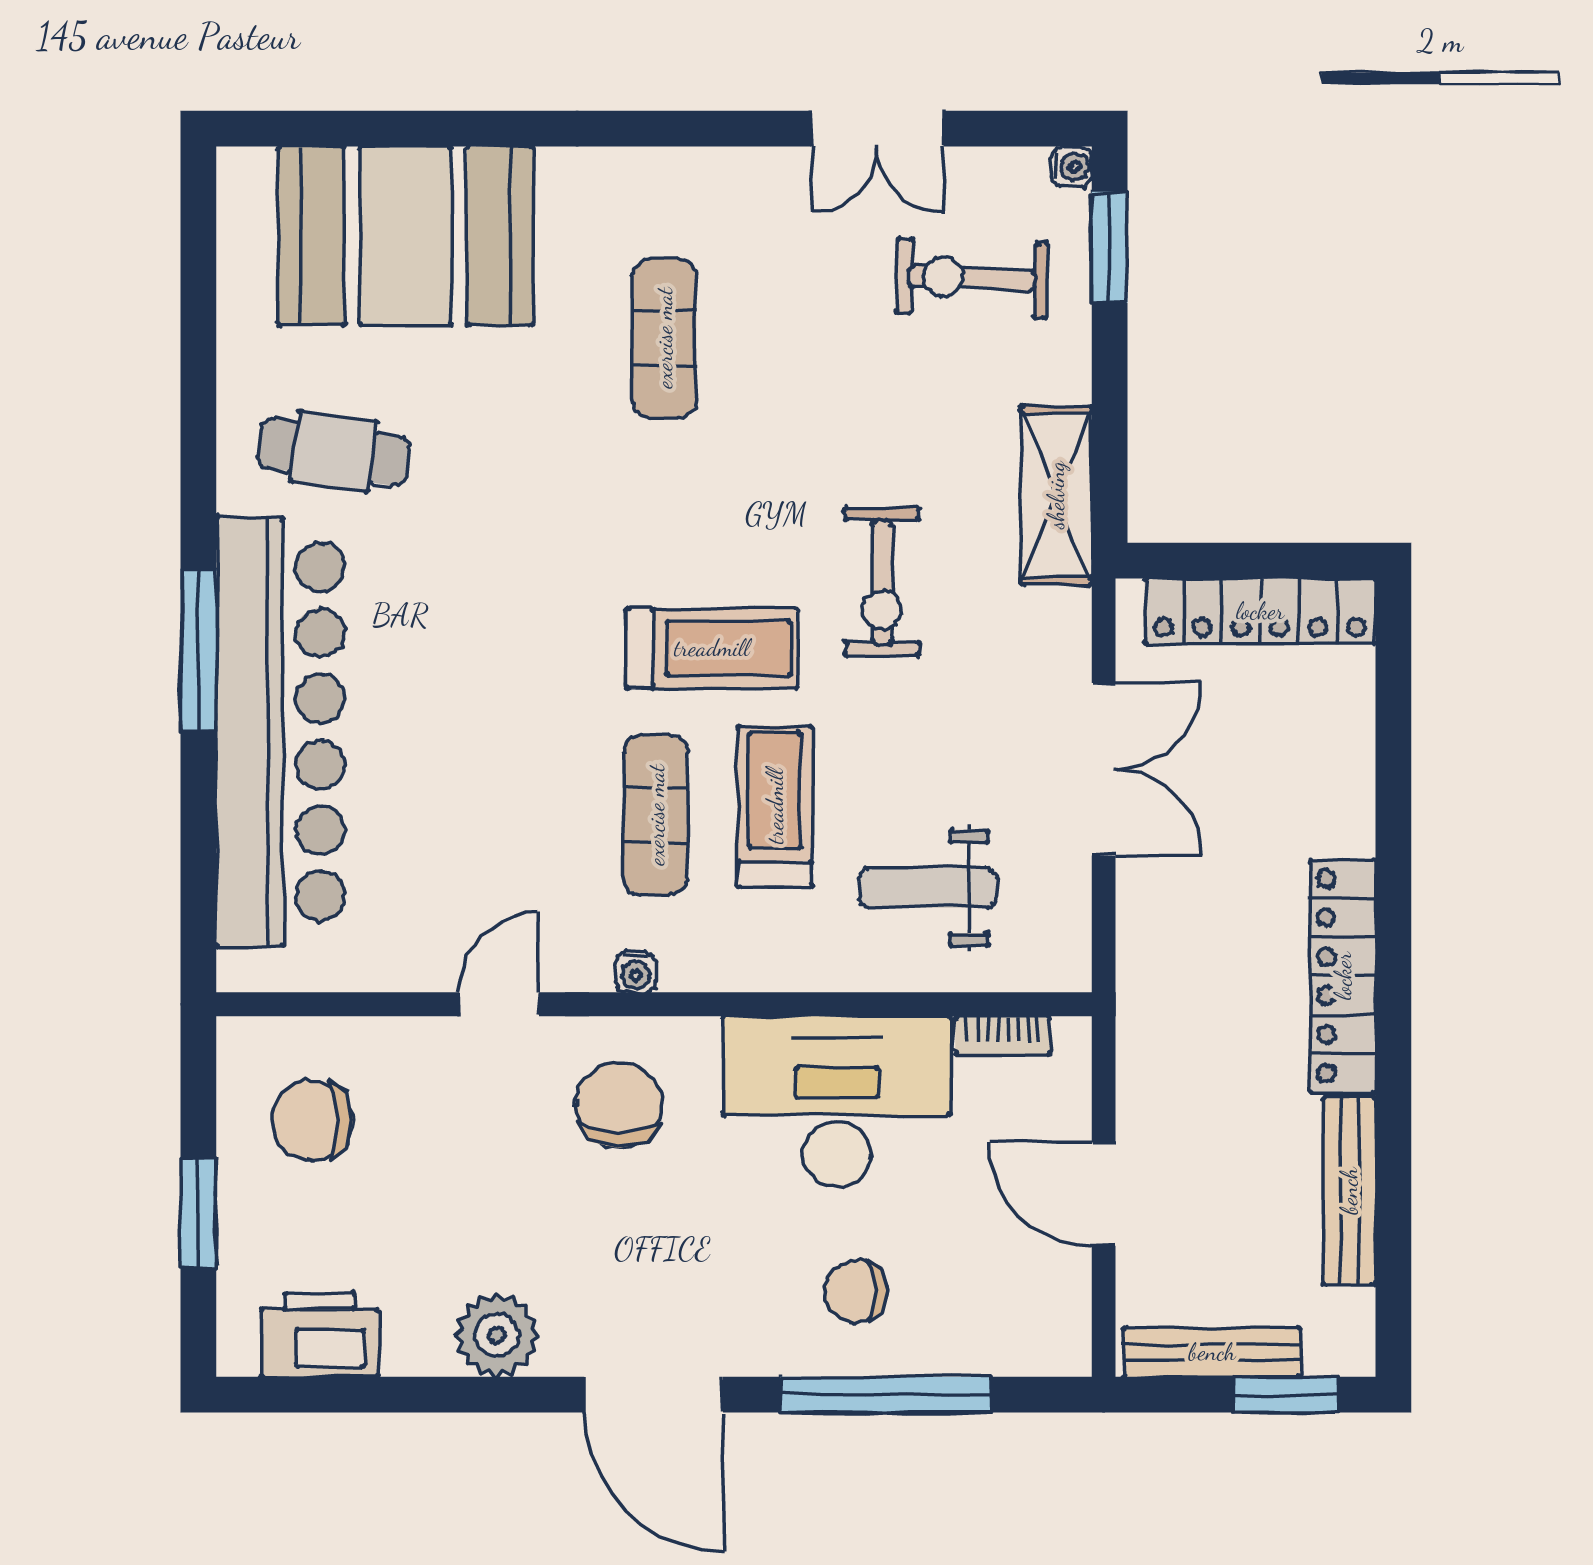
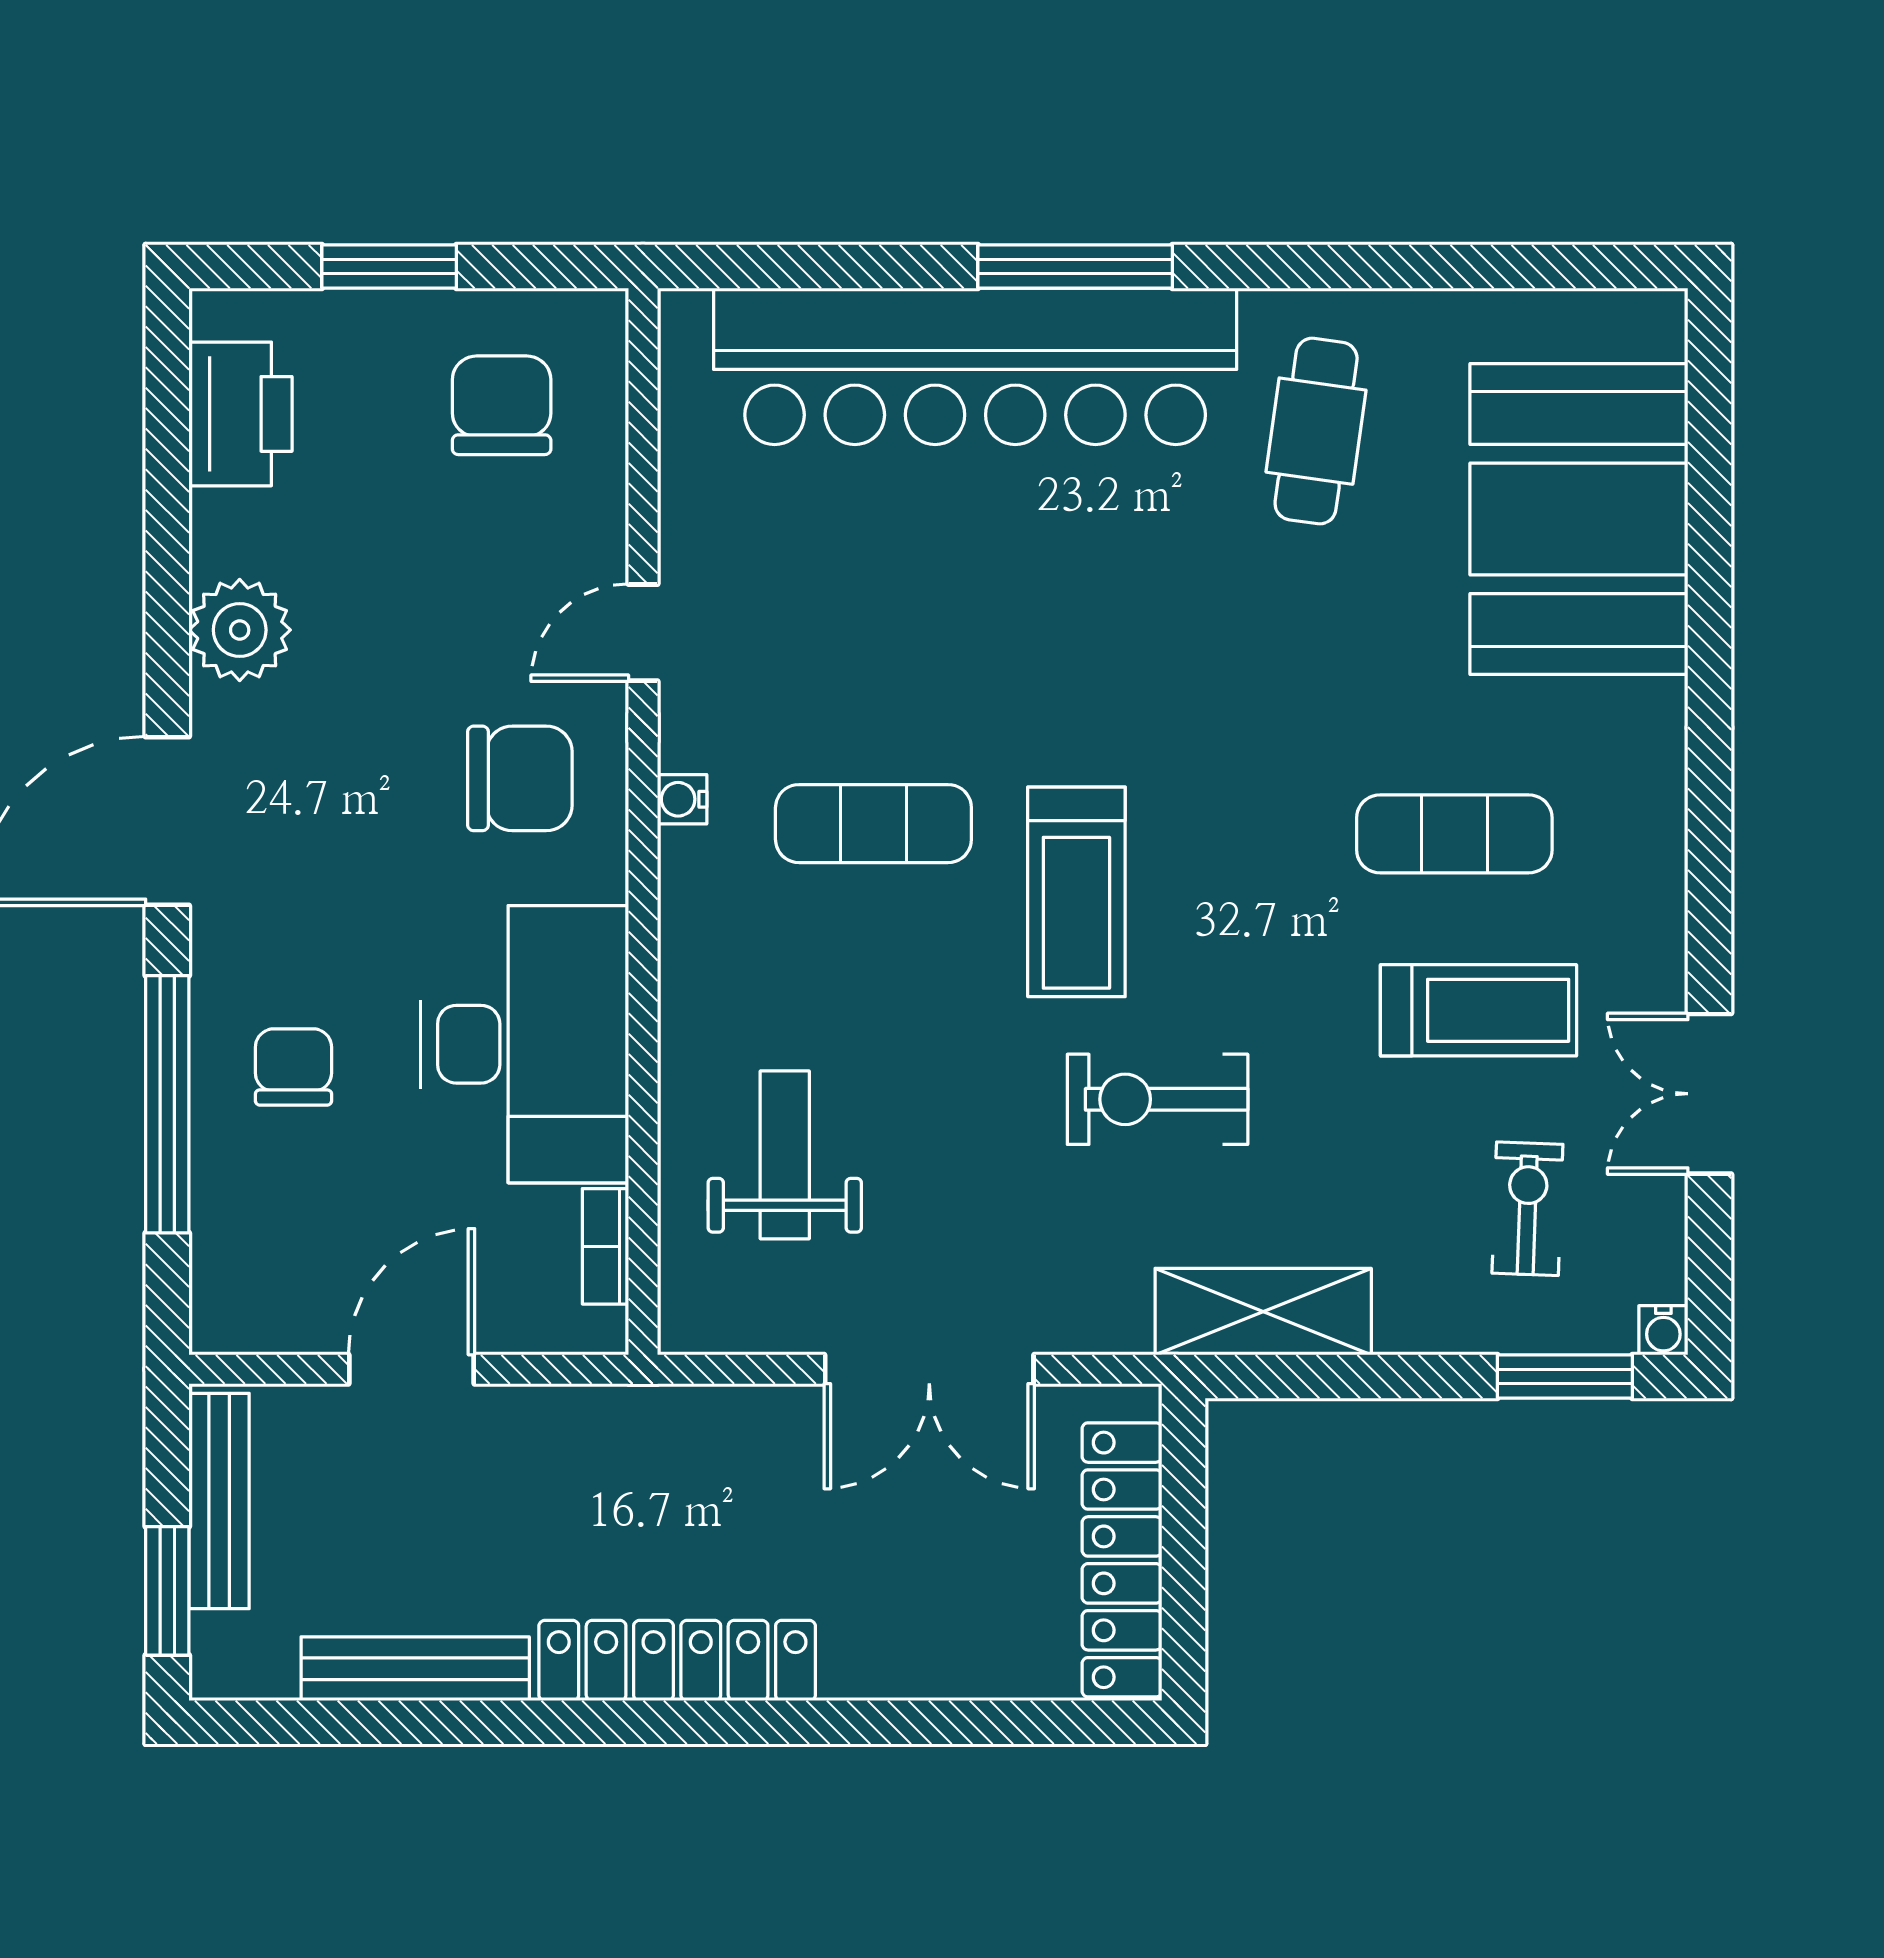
exercise bike: (972, 278) -> (1527, 1209), width x0.73, depth x0.72
treadmill: (775, 806) -> (1479, 1010), moved
door: (499, 1004) -> (643, 633), swing flipped

